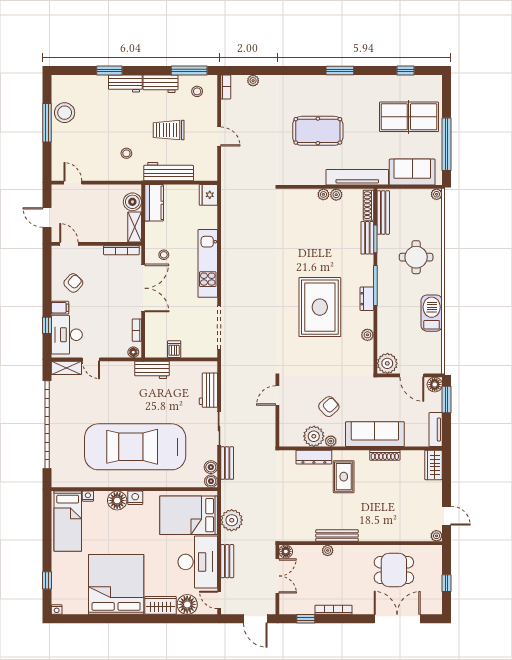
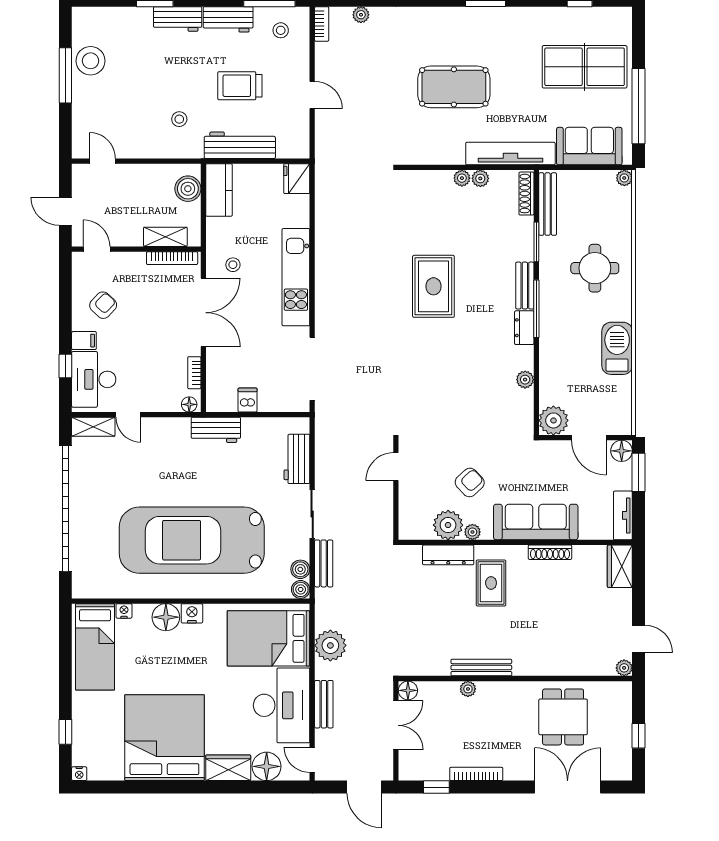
shelving: (135, 227) -> (165, 237), moved, turned 90
bench: (367, 238) -> (525, 286), moved
rug: (320, 307) -> (433, 286), moved, width x0.73, depth x0.69
dining table: (394, 570) -> (563, 717), turned 90

